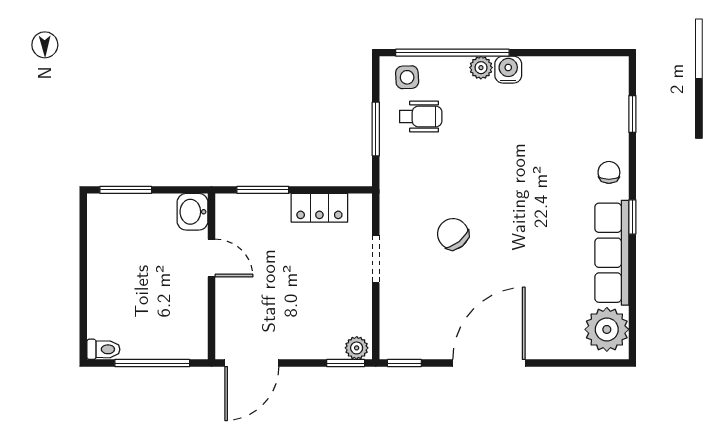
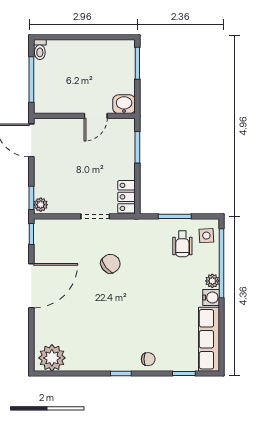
locker: (319, 208) -> (126, 197), moved
row of seats: (612, 253) -> (209, 339), moved, turned -90
door: (489, 363) -> (31, 286), hinge flipped

